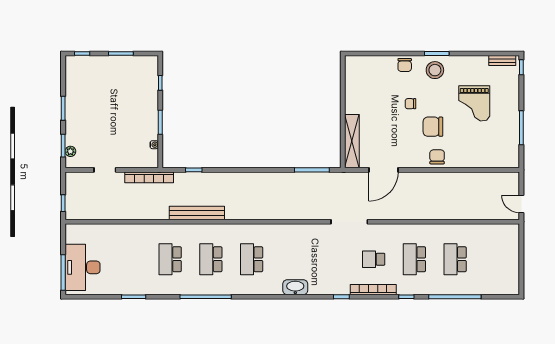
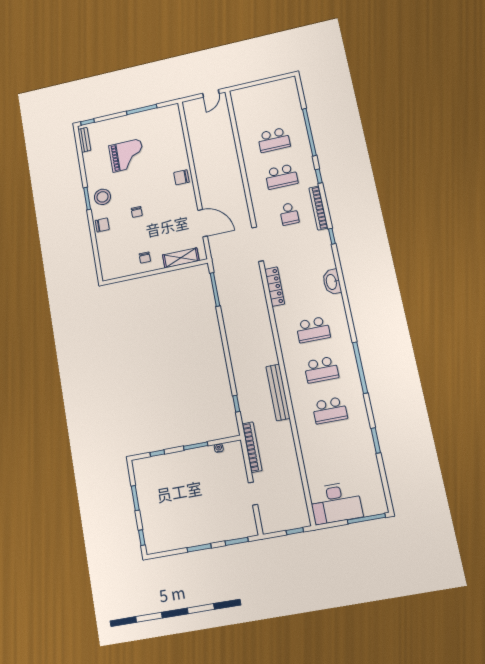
chair: (433, 127) -> (145, 258), moved, width x0.54, depth x0.54
shelving: (352, 141) -> (181, 258), width x0.68
plant: (70, 151) -> (241, 533), removed
locker: (302, 230) -> (275, 287), added
desk: (83, 267) -> (336, 503), moved

